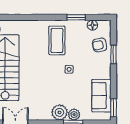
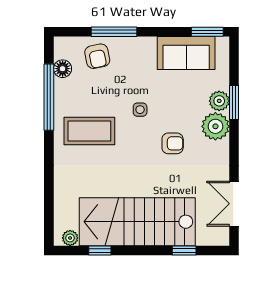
window: (76, 17) -> (49, 97), width x2.11
window: (114, 54) -> (114, 32), width x1.44
armchair: (50, 88) -> (173, 143), added

